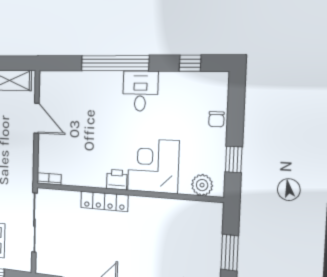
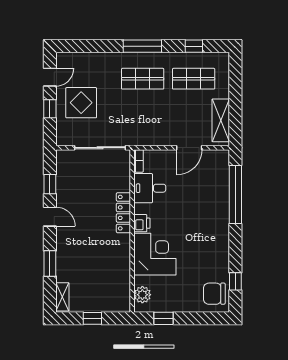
window: (115, 63) -> (235, 194), moved
desk: (140, 91) -> (150, 188), moved, turned 180
chair: (216, 119) -> (214, 294), moved, width x1.87, depth x1.87
window: (230, 253) -> (92, 318), width x0.67

